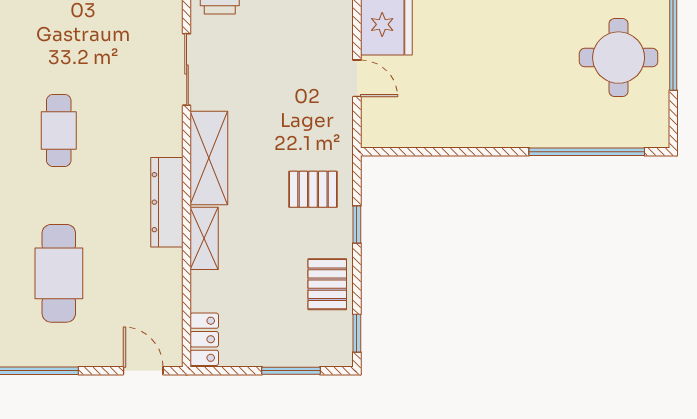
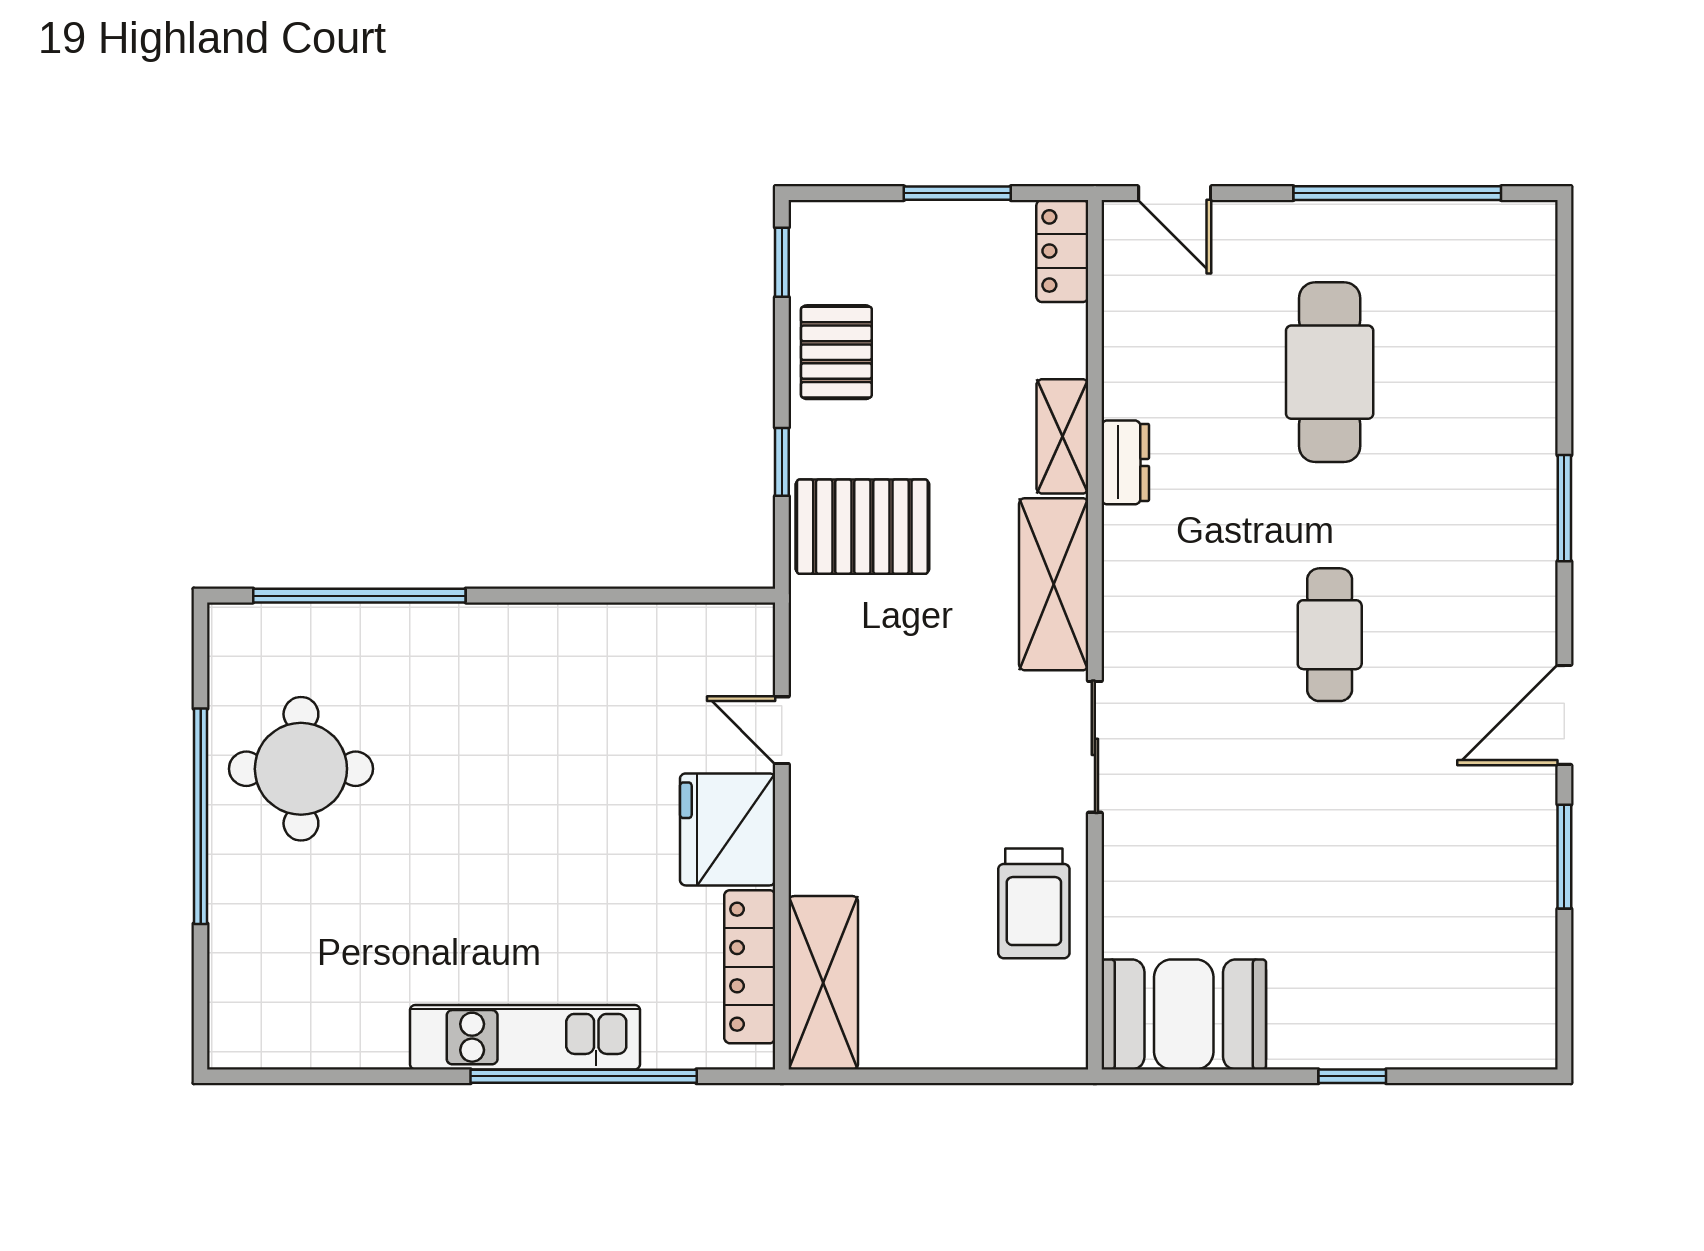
pallet: (313, 189) -> (862, 527), width x1.50, depth x1.42
dresser: (167, 202) -> (1125, 462), width x0.51, depth x0.80
window: (291, 371) -> (957, 193), moved

